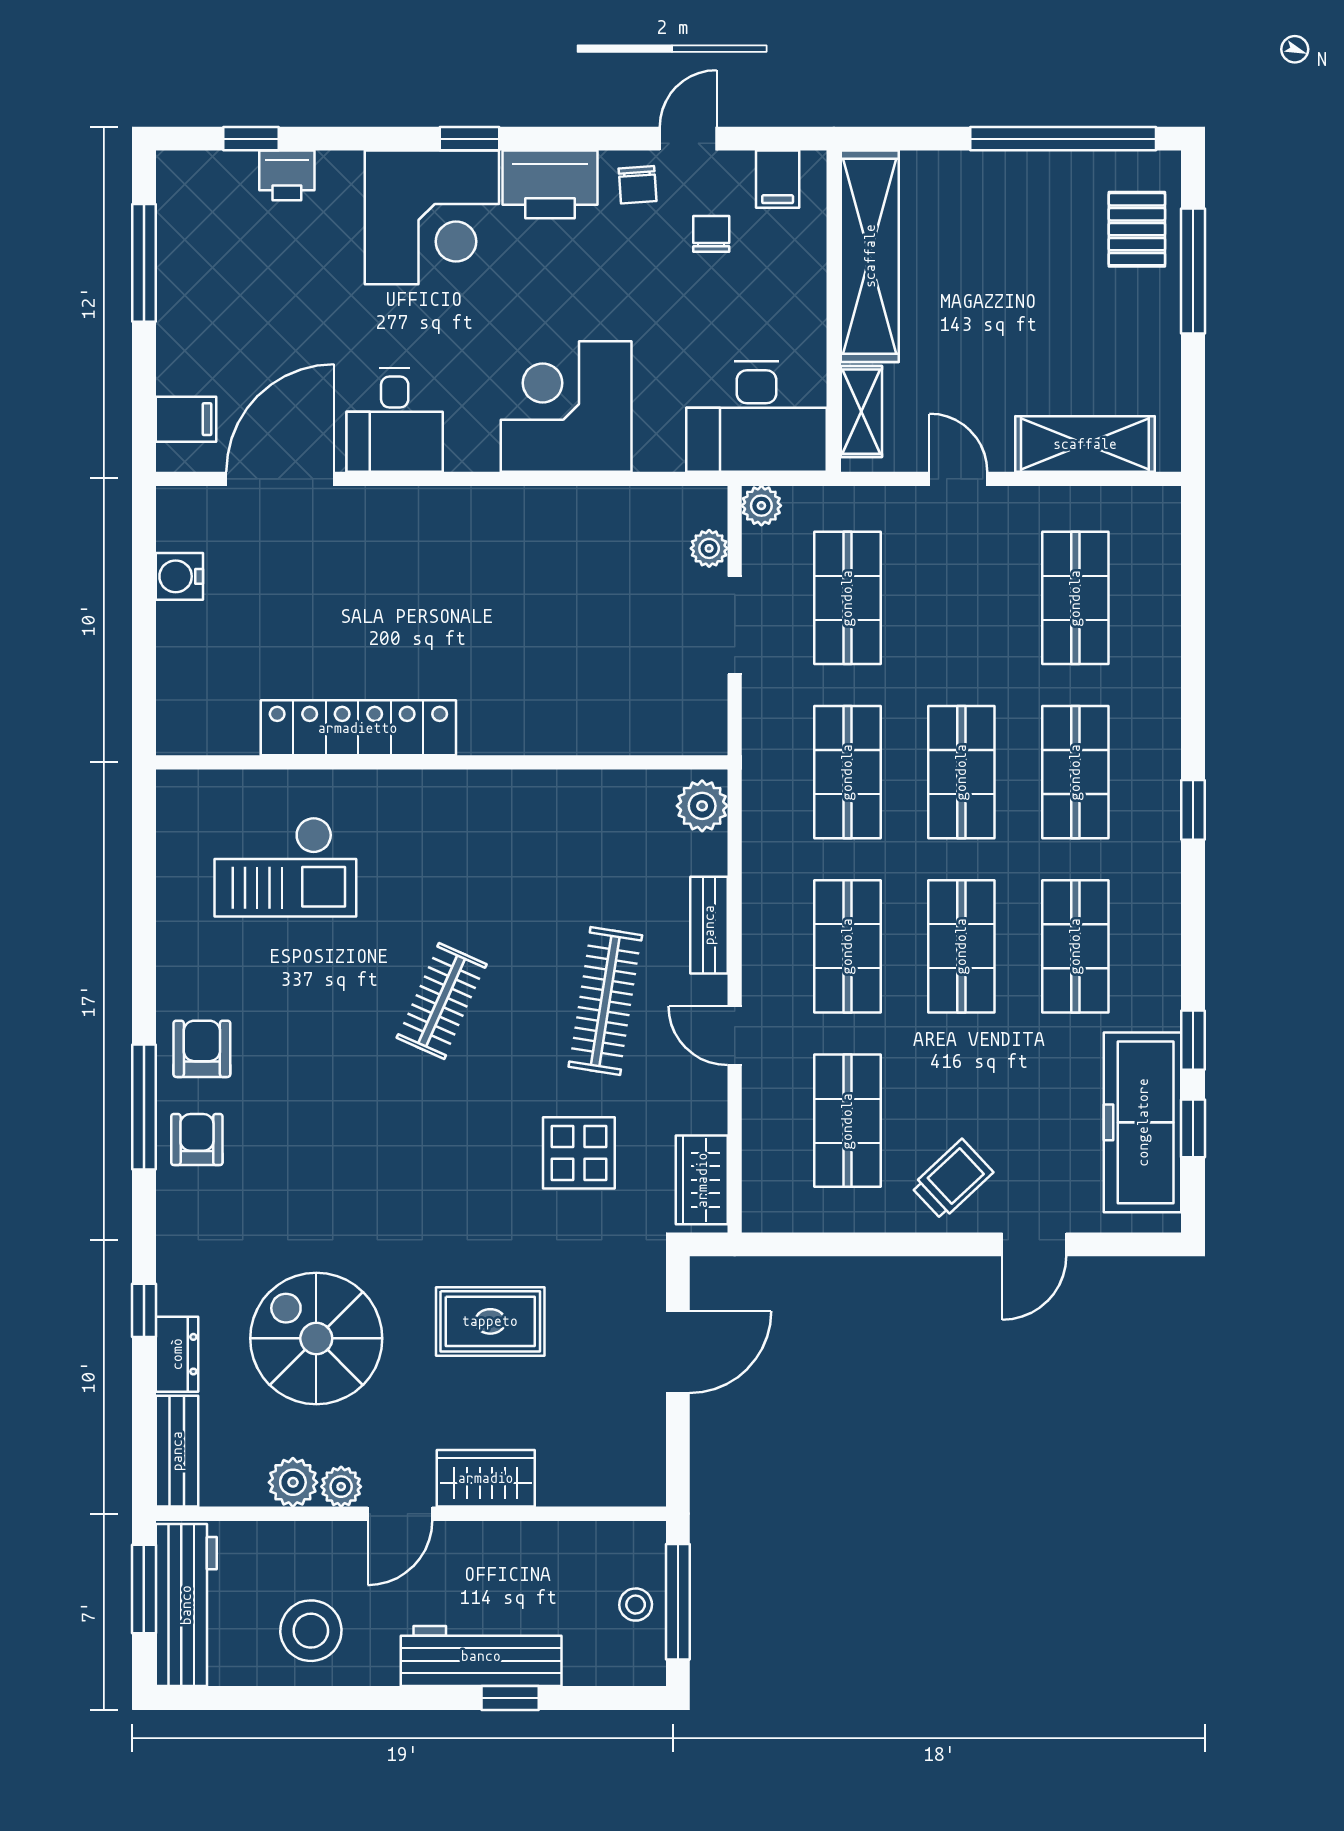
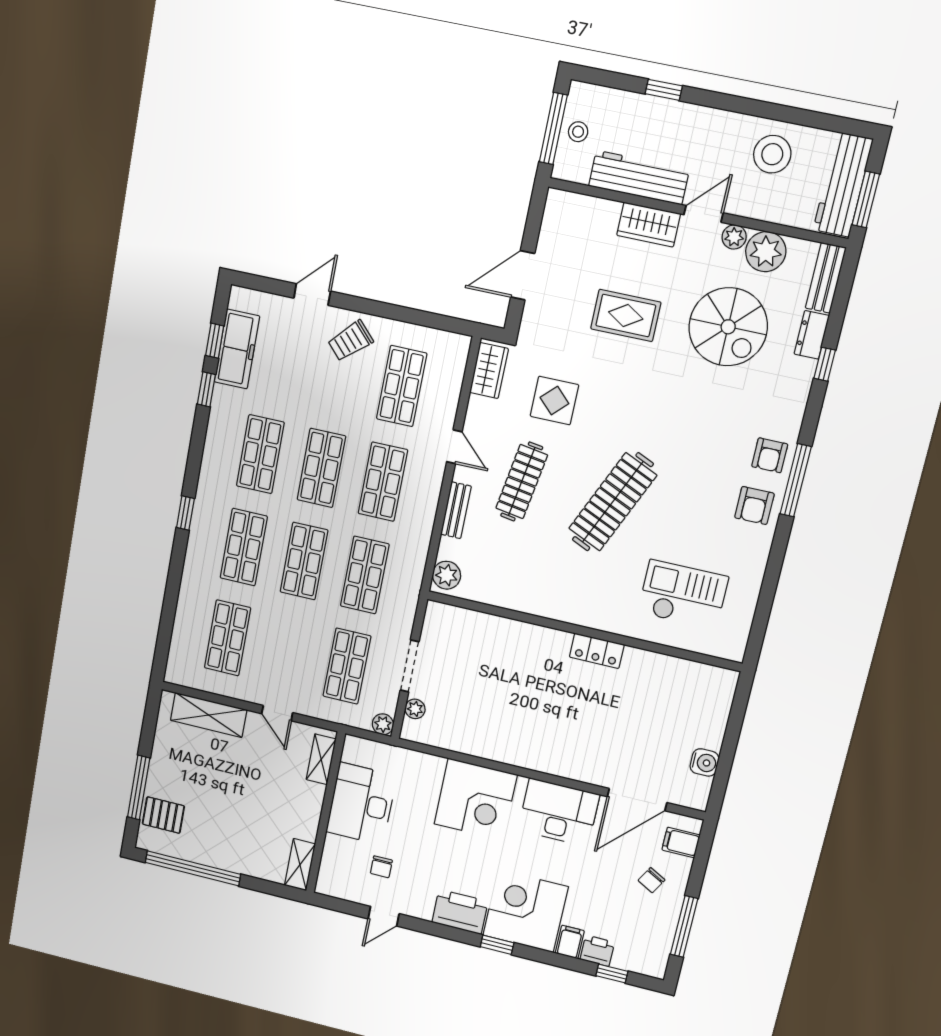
filing cabinet: (778, 179) -> (570, 942), moved
chair: (638, 185) -> (651, 880), moved, turned -147
pallet: (1137, 229) -> (163, 815), turned 90
shelving: (870, 256) -> (300, 865), width x0.45, depth x0.75
desk: (757, 417) -> (361, 804), moved, turned -90
desk: (395, 420) -> (559, 812), width x1.37
locker: (358, 728) -> (597, 651), width x0.46, depth x0.83
clothes rail: (442, 1001) -> (613, 502), width x1.86, depth x1.31
freezer: (1143, 1122) -> (237, 349), width x0.73, depth x0.79
plant: (293, 1482) -> (766, 252), width x1.36, depth x1.36
workbench: (481, 1656) -> (639, 177), moved, turned 180

